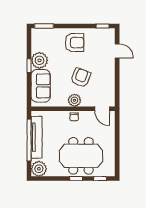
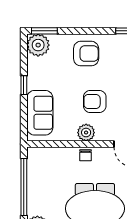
plant: (39, 60) -> (38, 45), moved
armchair: (81, 78) -> (95, 101), turned -111
tv unit: (37, 137) -> (34, 183), removed

